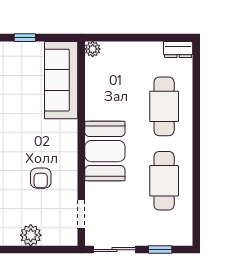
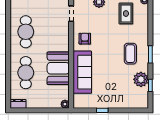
sofa: (61, 80) -> (82, 72), moved
booth: (105, 151) -> (58, 68), moved
armchair: (41, 178) -> (85, 39), moved

